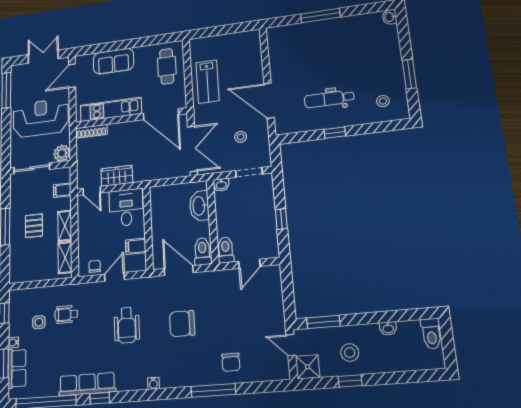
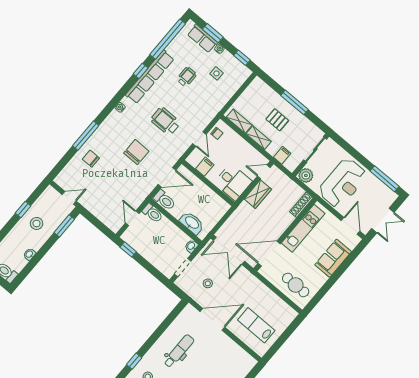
lab bench: (207, 82) -> (256, 325), moved
window: (335, 133) -> (134, 361), moved
window: (281, 219) -> (128, 249), moved
wheelchair: (66, 314) -> (187, 77), moved
shower: (308, 367) -> (50, 195), removed
row of seats: (87, 384) -> (150, 77), width x1.36

